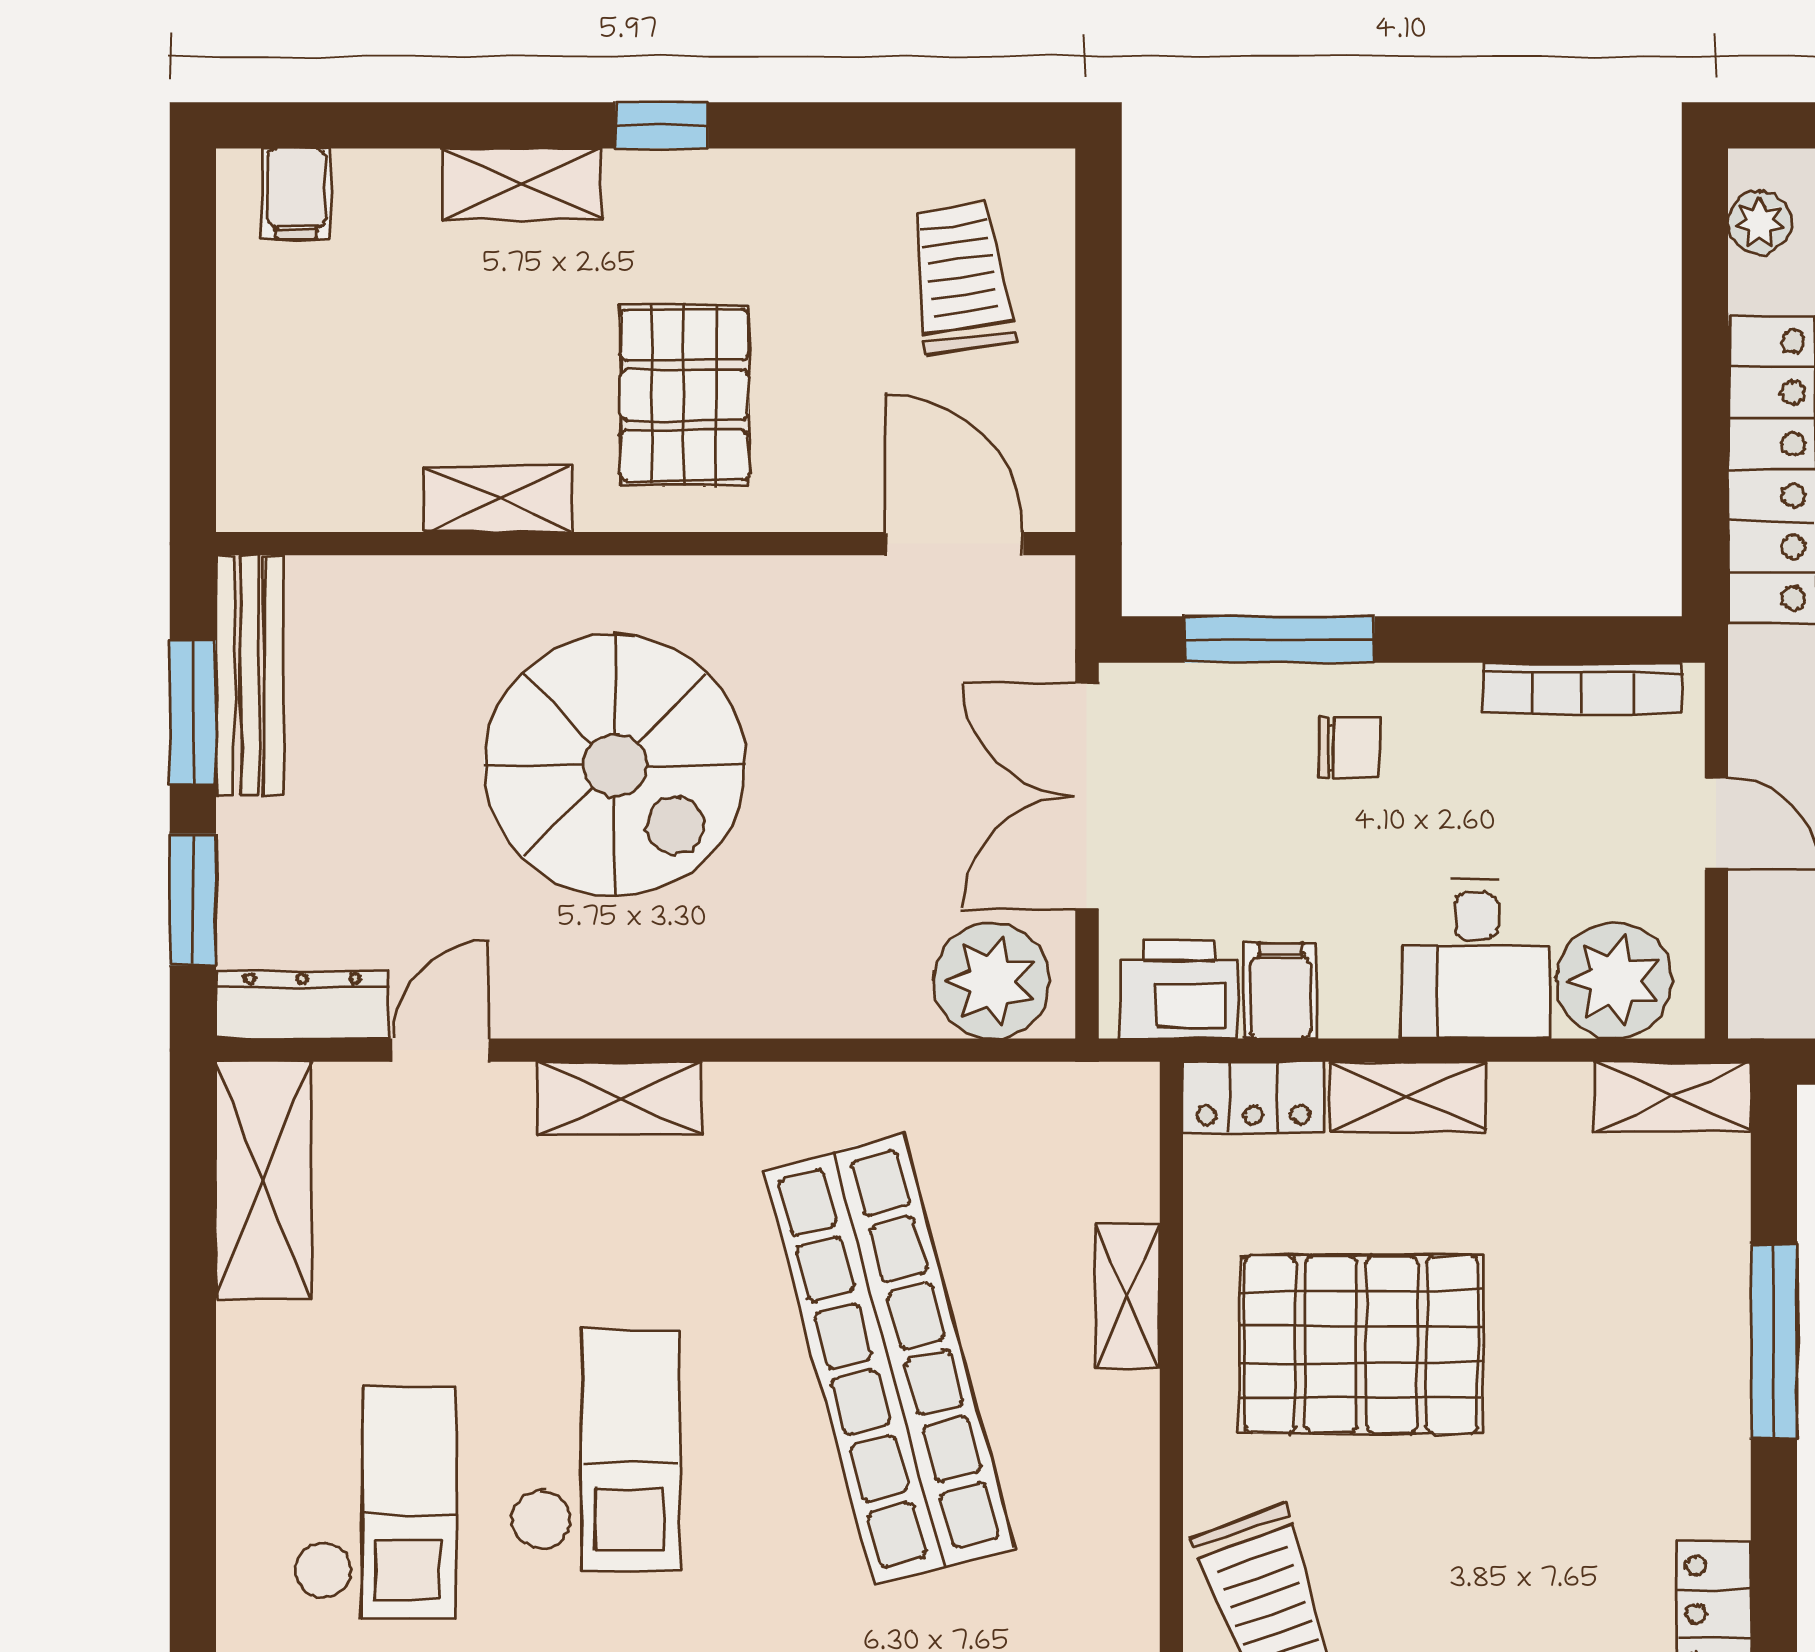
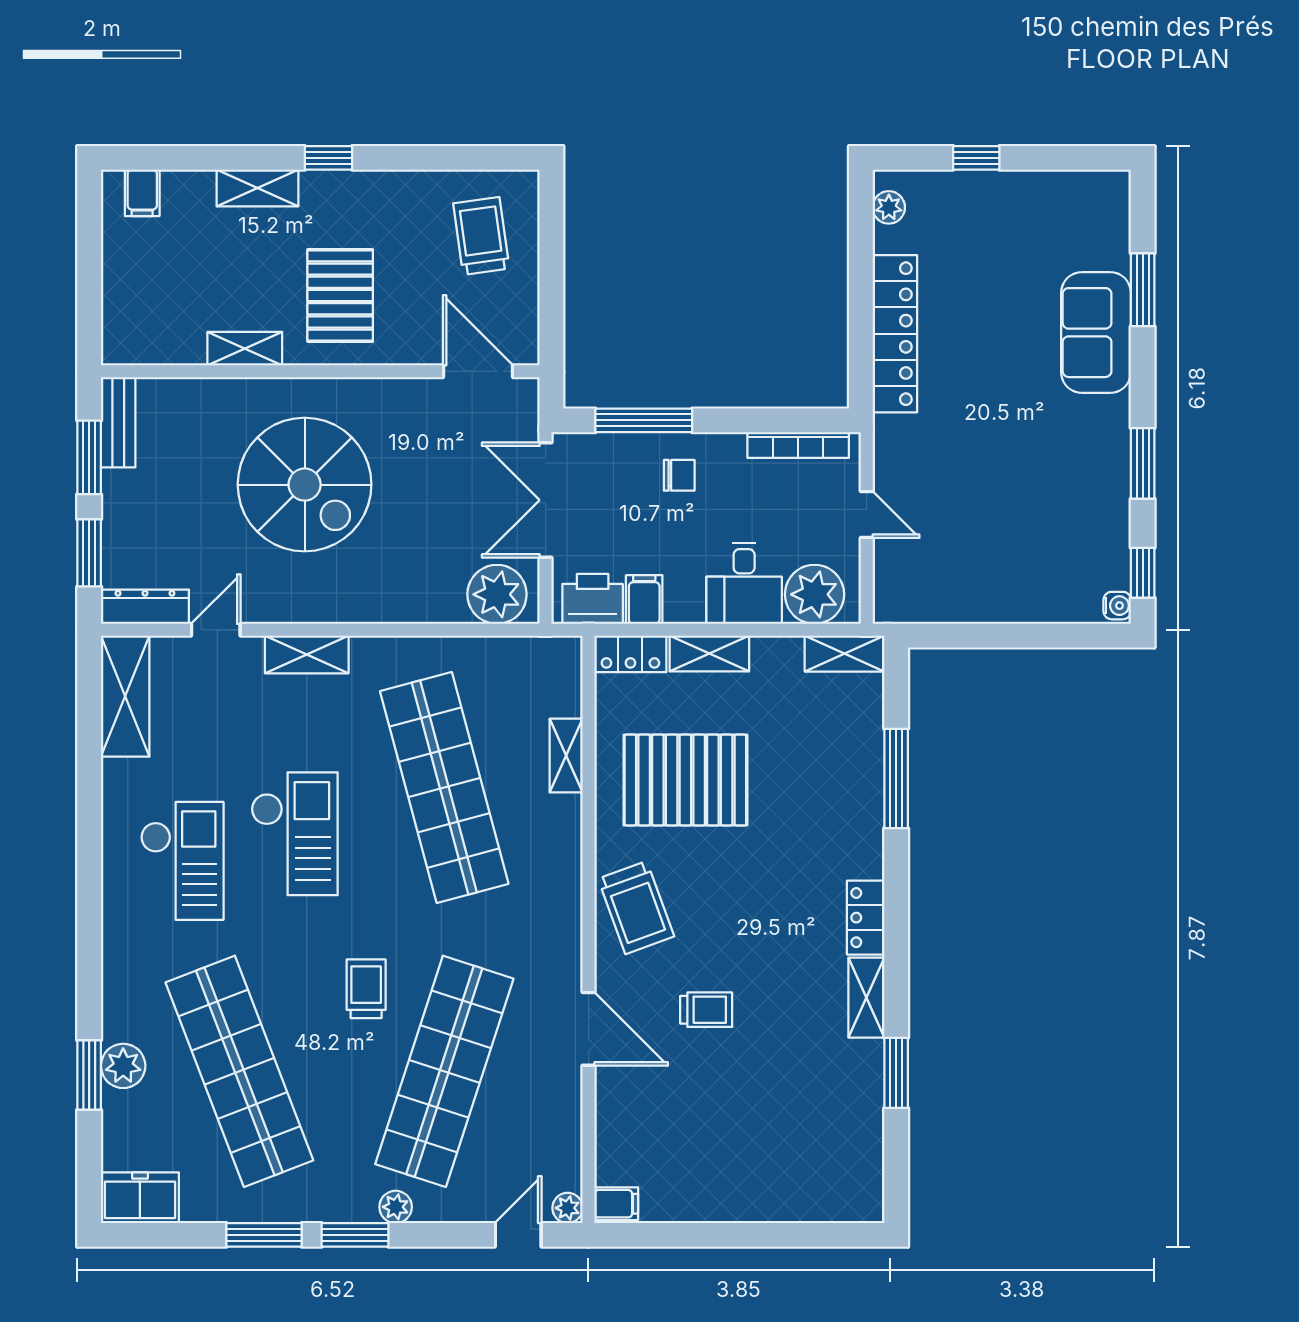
bench: (250, 676) -> (118, 422), width x0.73

